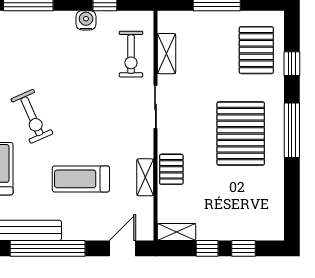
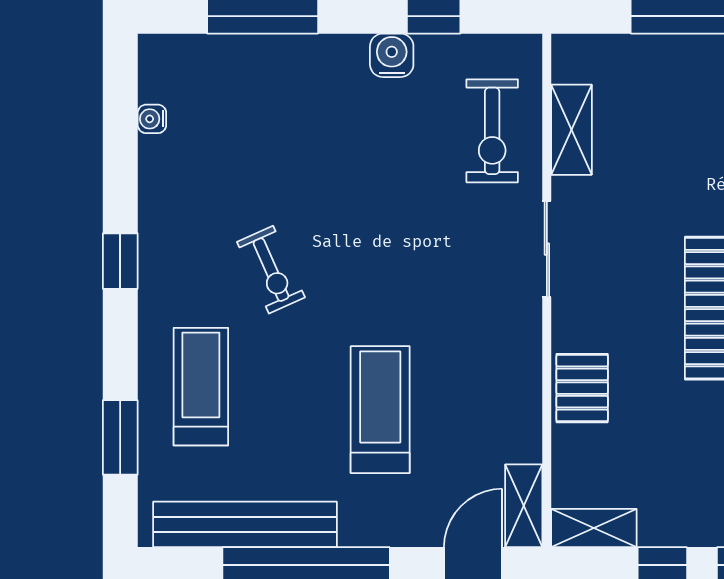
exercise bike: (32, 116) -> (271, 270), width x0.73, depth x0.72
shelving: (145, 177) -> (524, 506), moved
treadmill: (81, 179) -> (380, 410), turned 90

